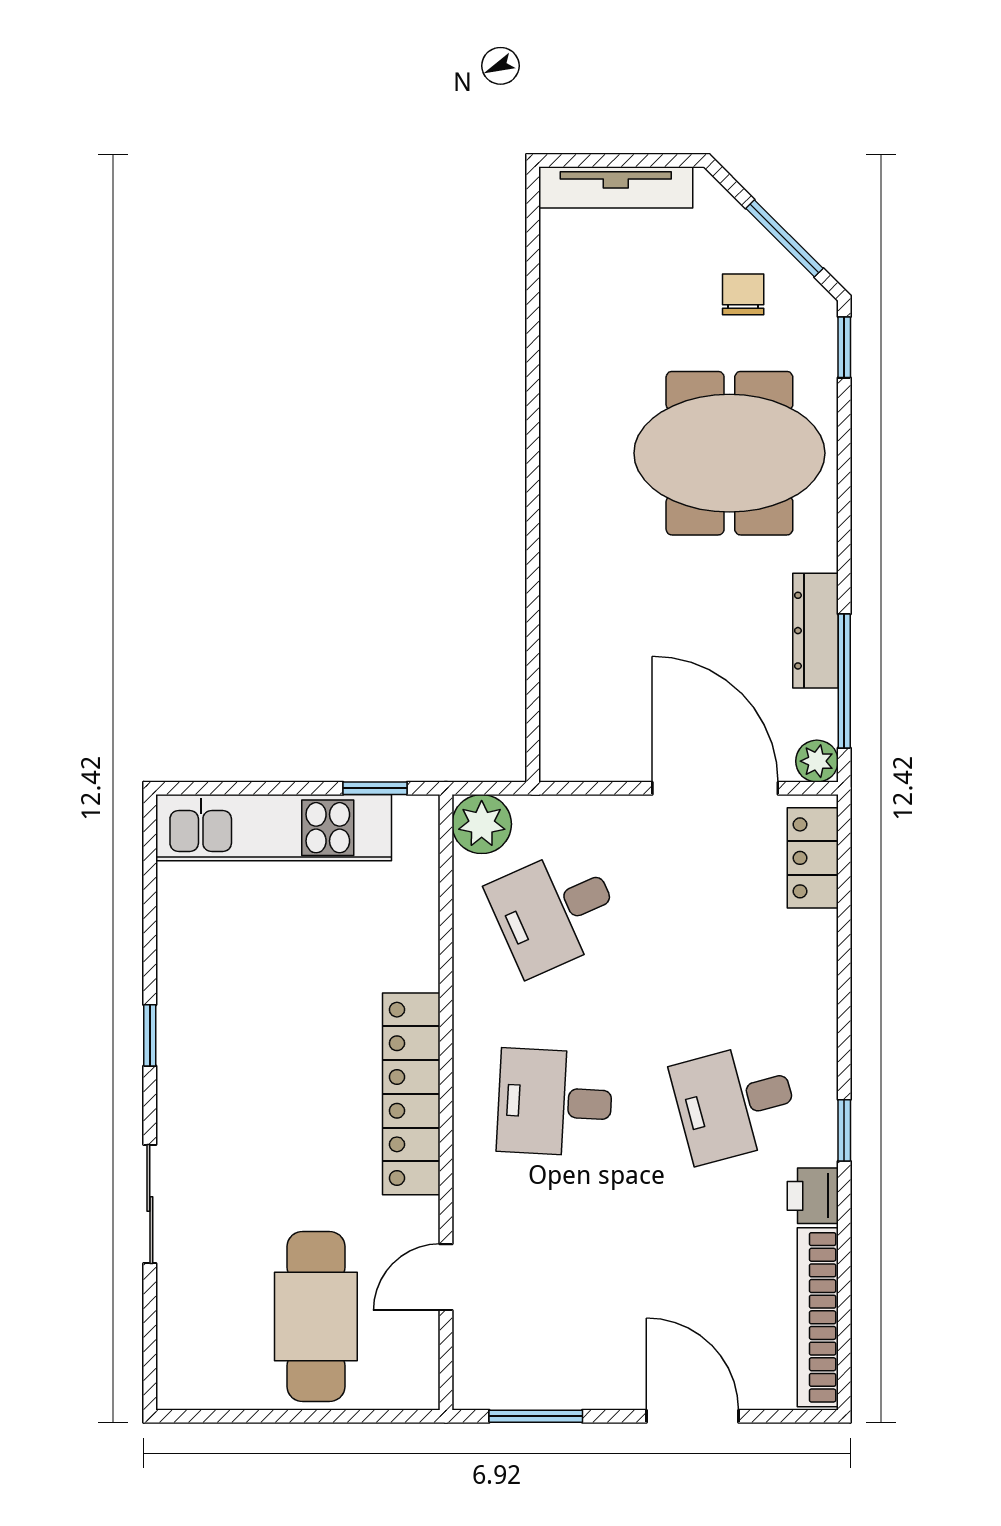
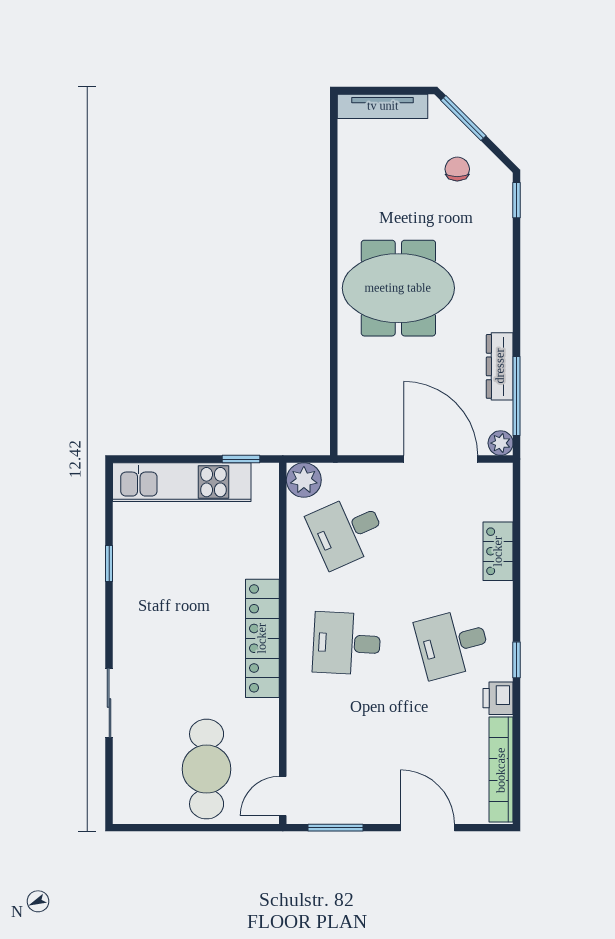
window: (784, 238) -> (463, 118), moved
meeting table: (729, 453) -> (398, 288), moved
locker: (813, 858) -> (498, 551), moved
window: (150, 1035) -> (109, 564), moved
door: (446, 1277) -> (283, 796), moved

